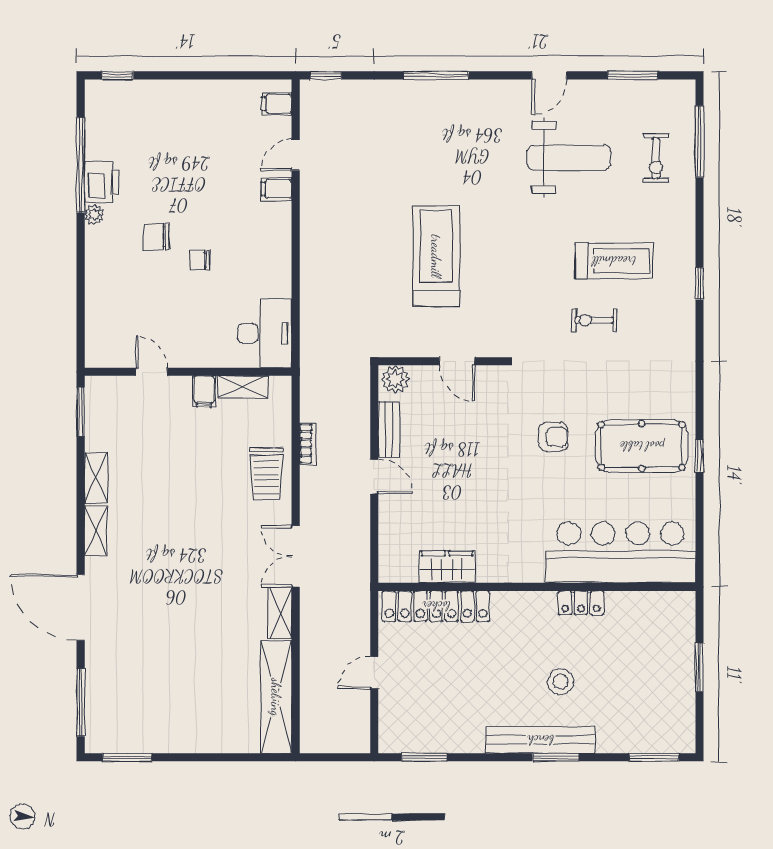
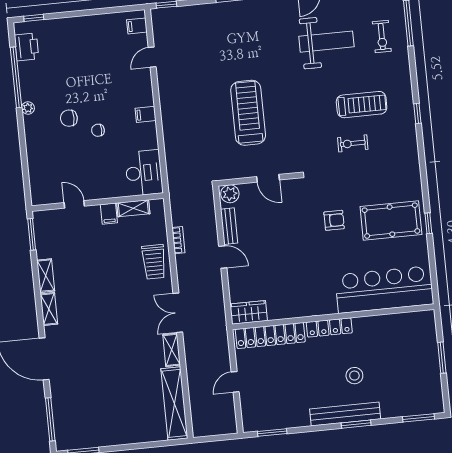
printer: (102, 182) -> (27, 47), moved
filing cabinet: (276, 189) -> (146, 114), moved
wardrobe: (447, 567) -> (249, 312), moved
locker: (581, 603) -> (329, 327), moved, width x1.53

